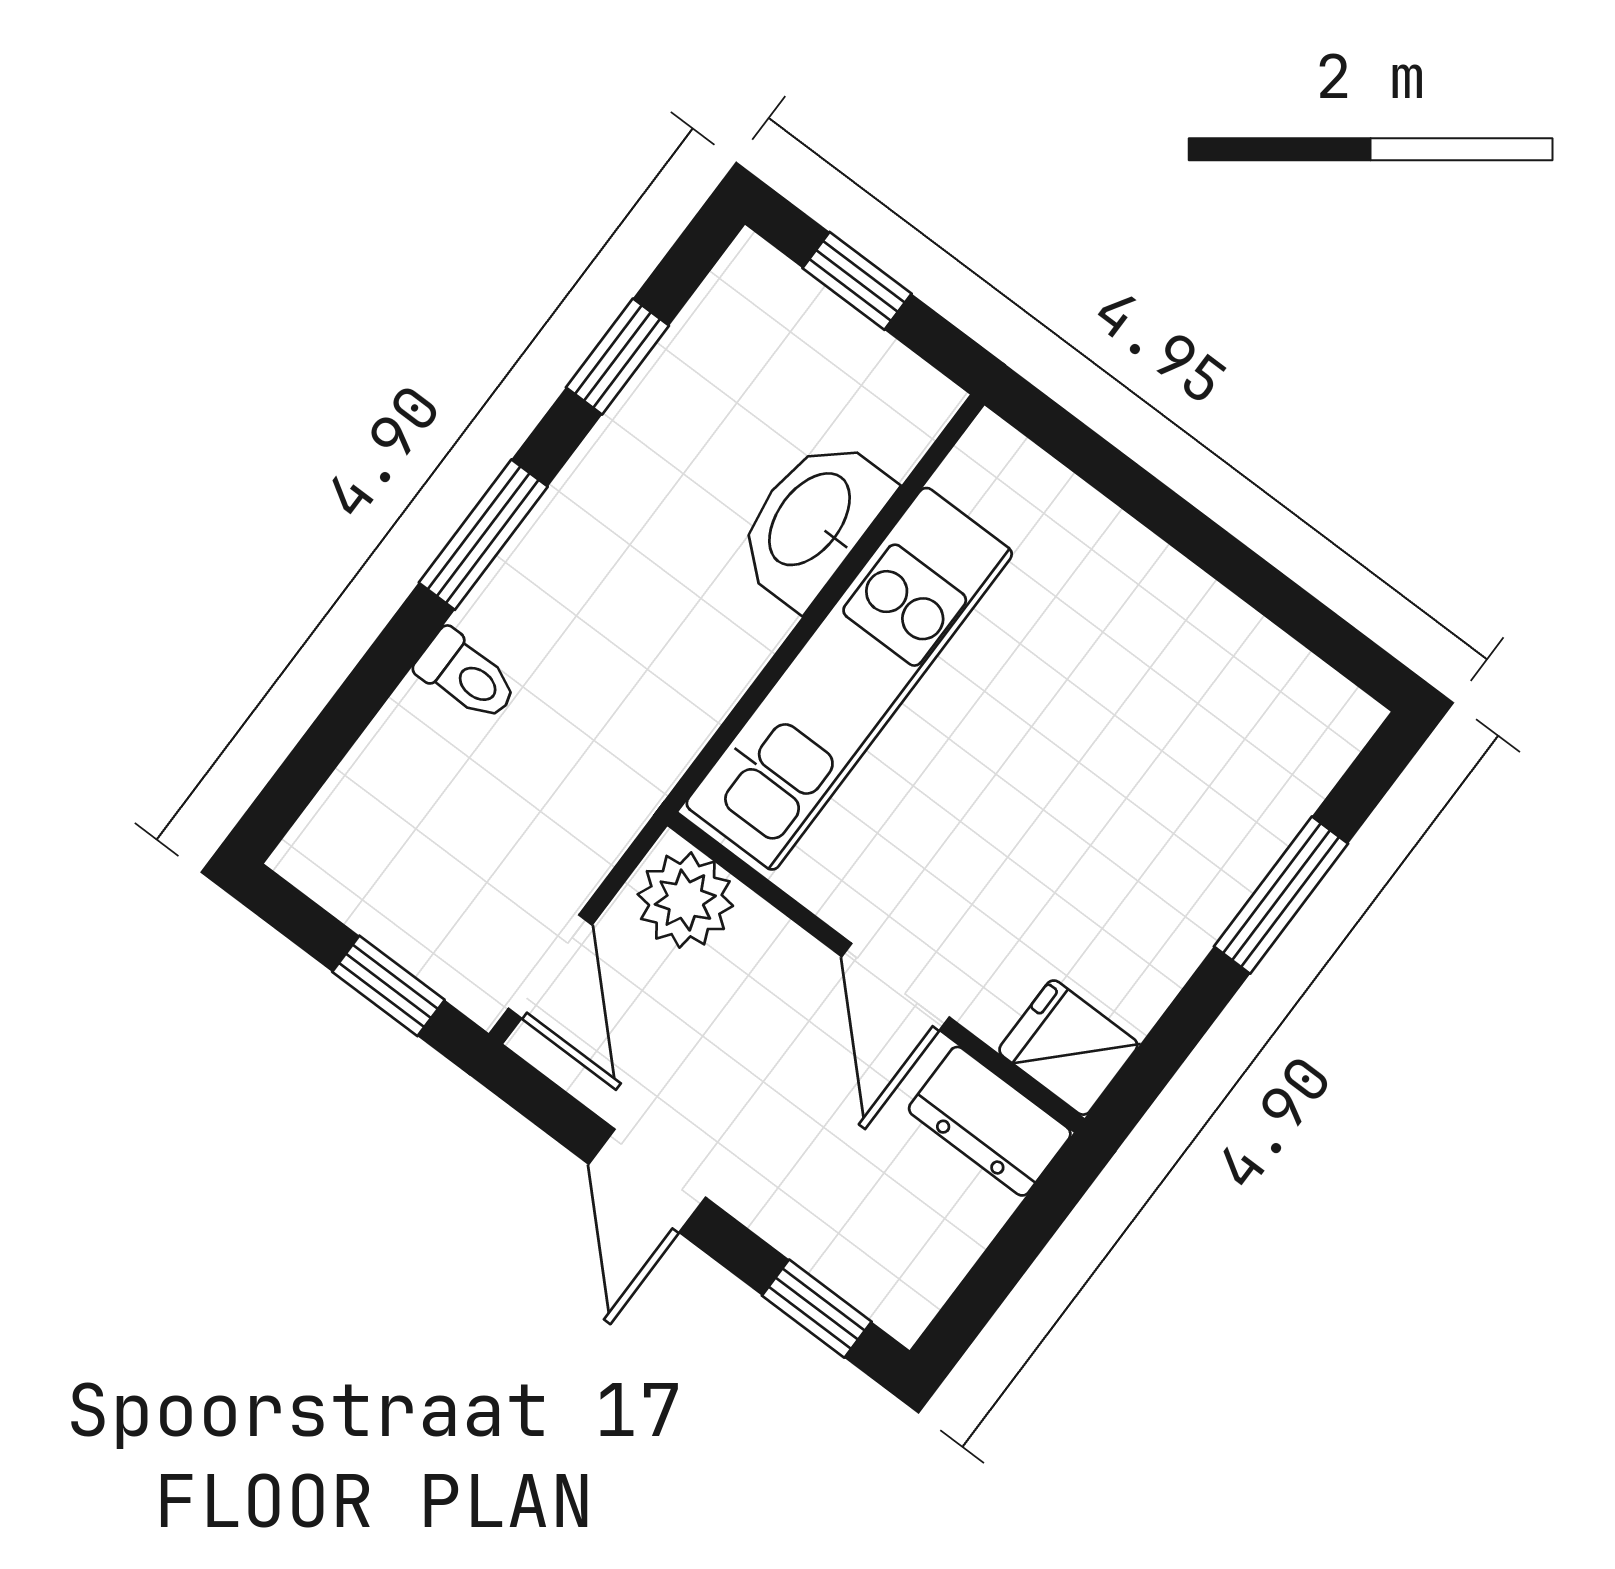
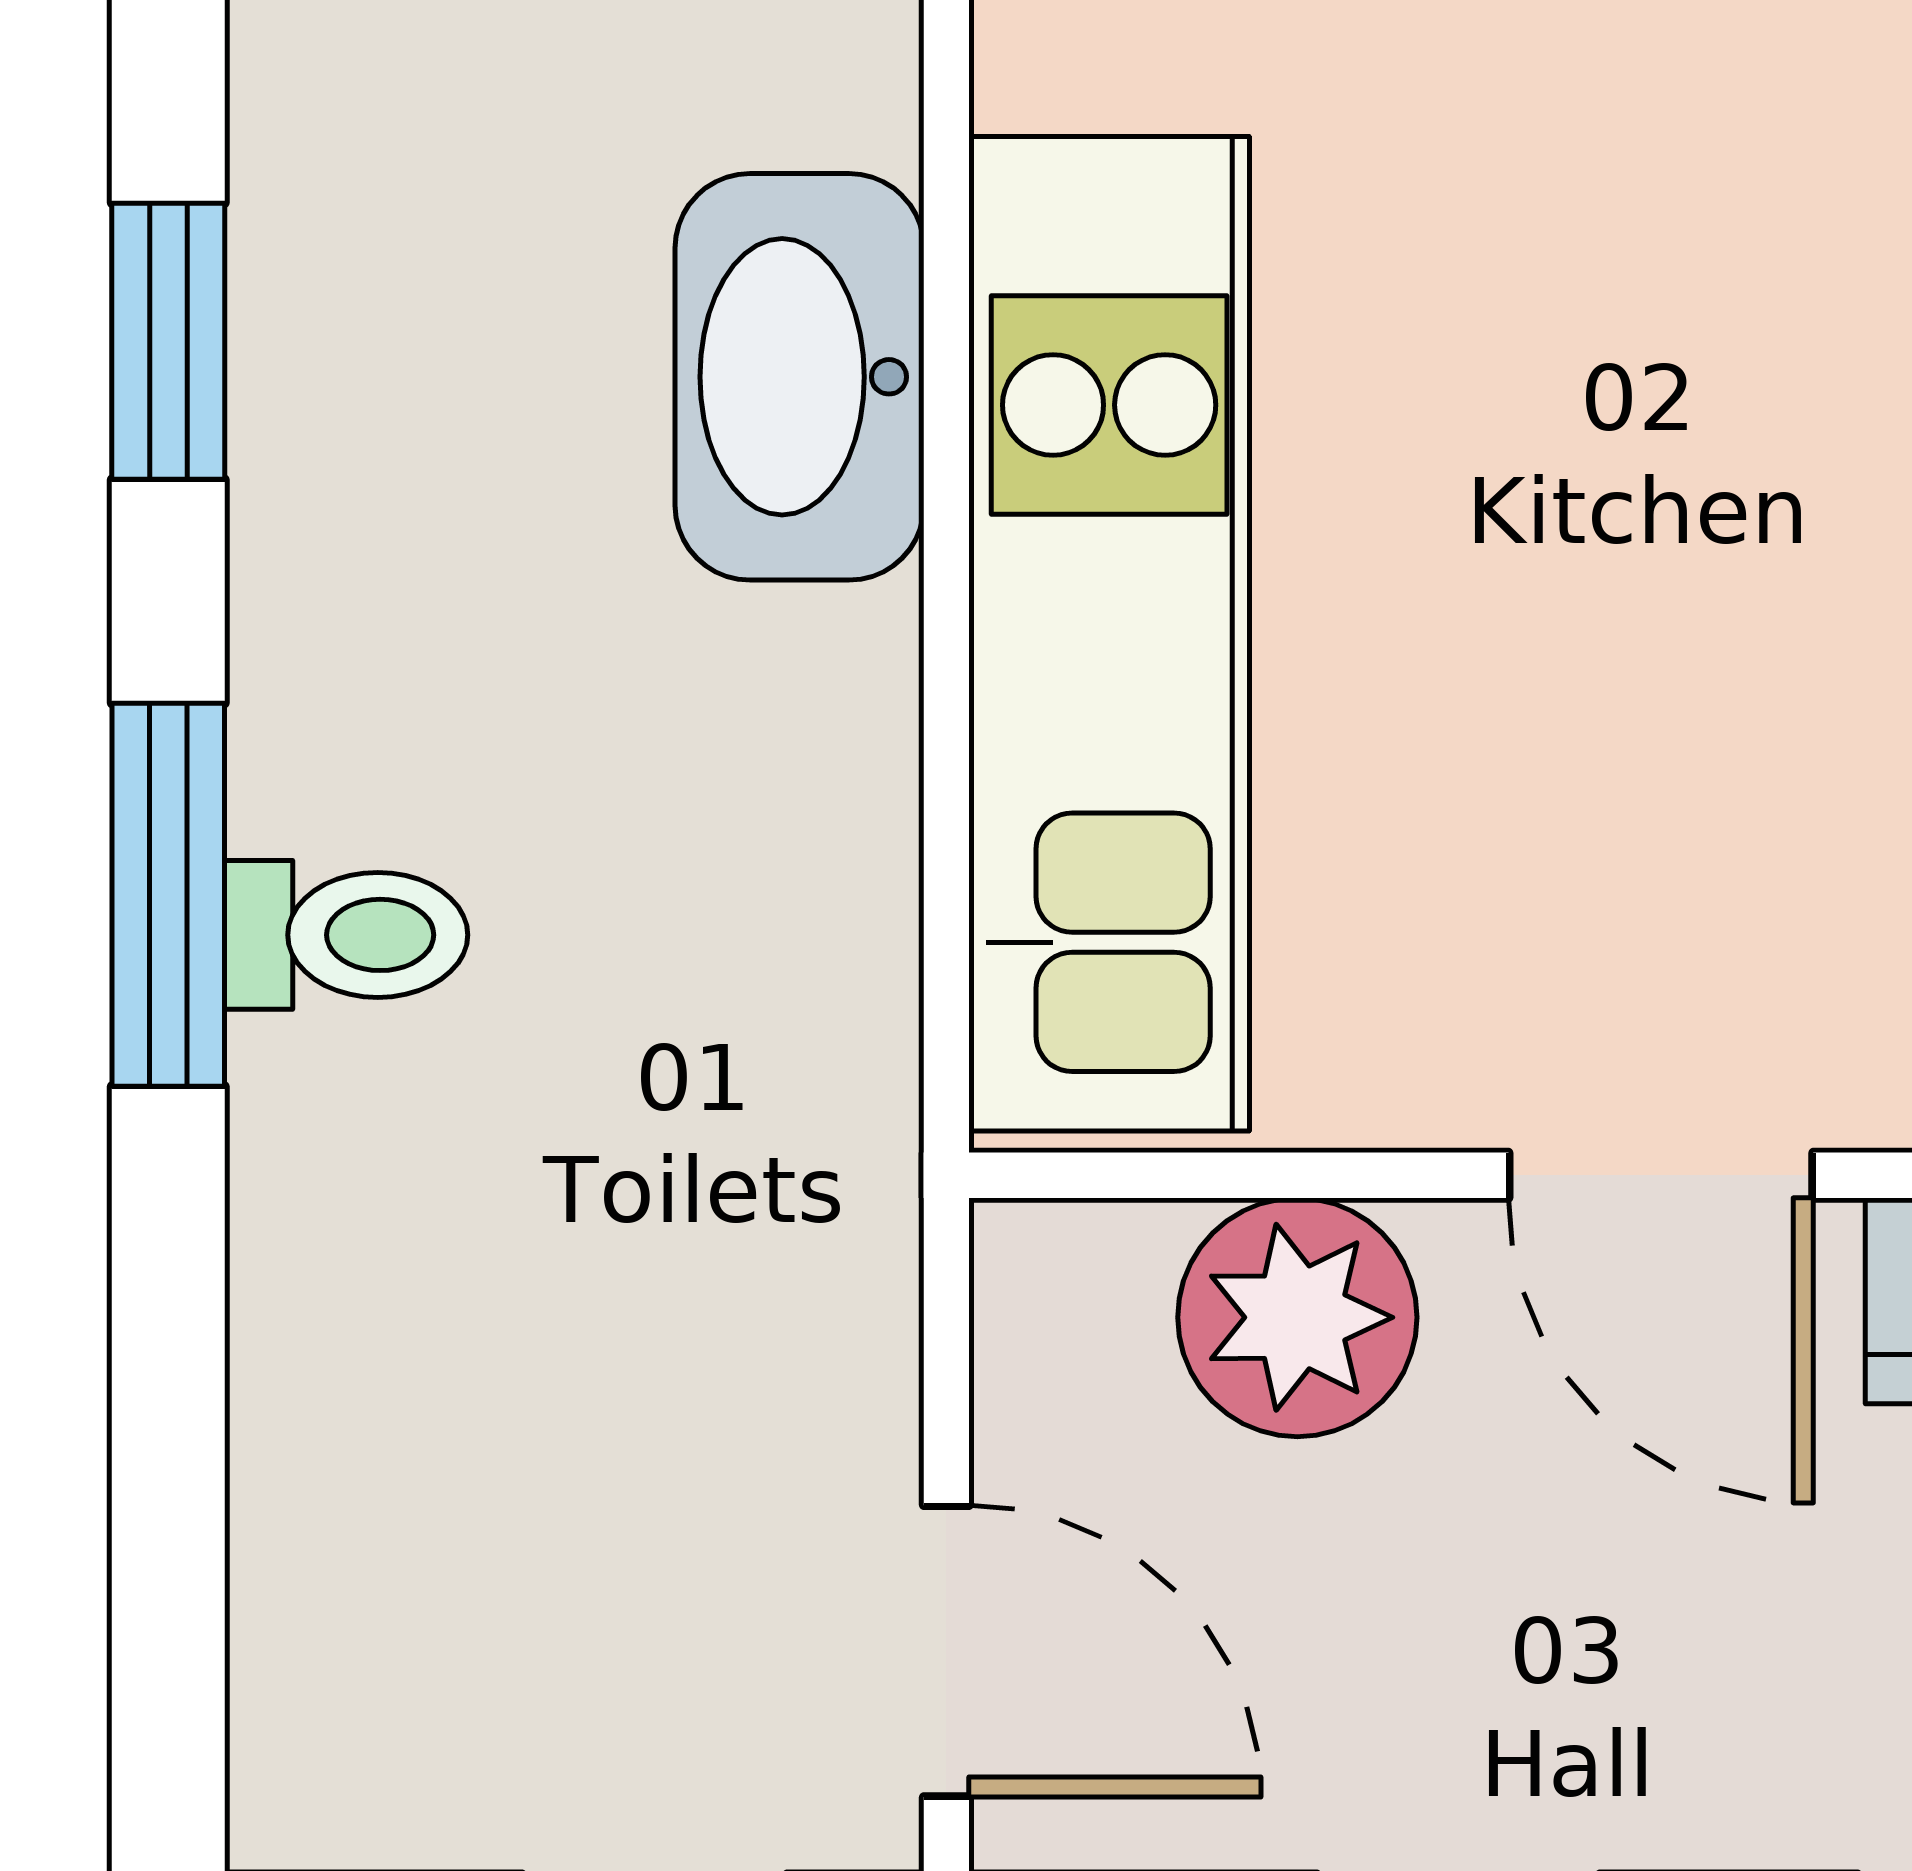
toilet: (467, 676) -> (346, 935), moved
plant: (685, 900) -> (1297, 1317), moved

